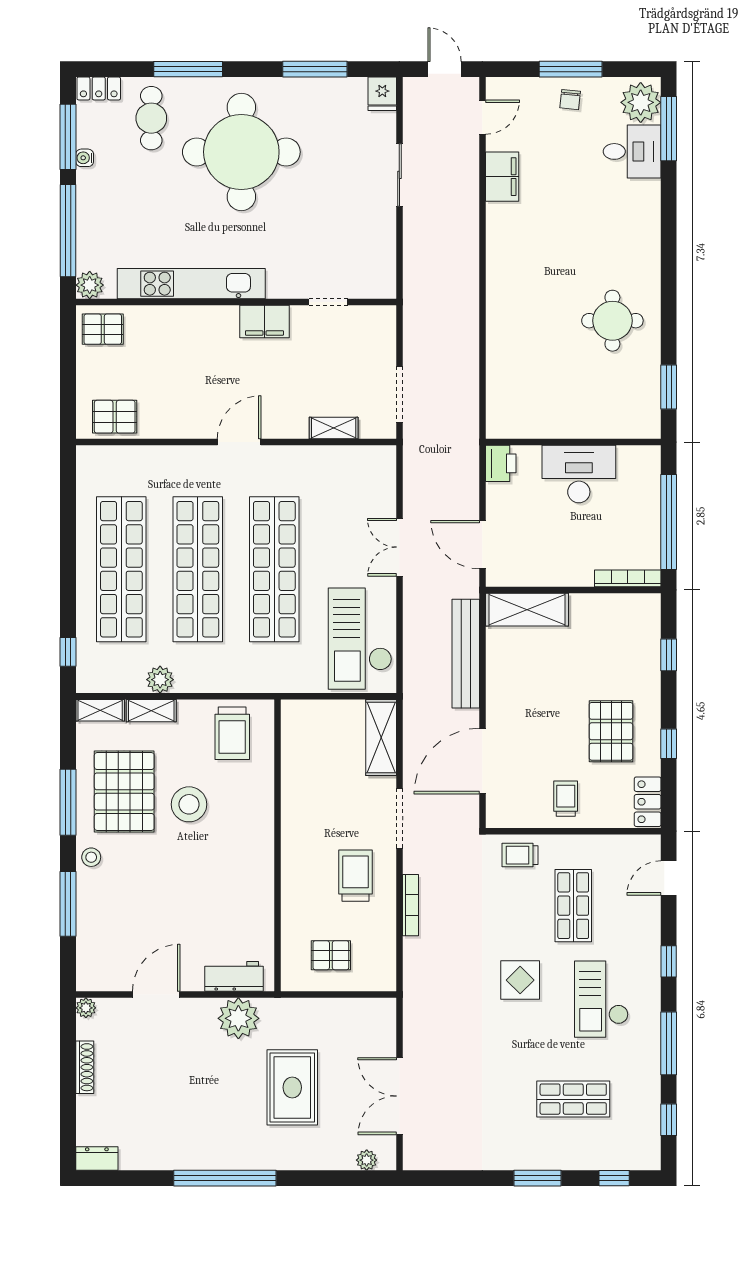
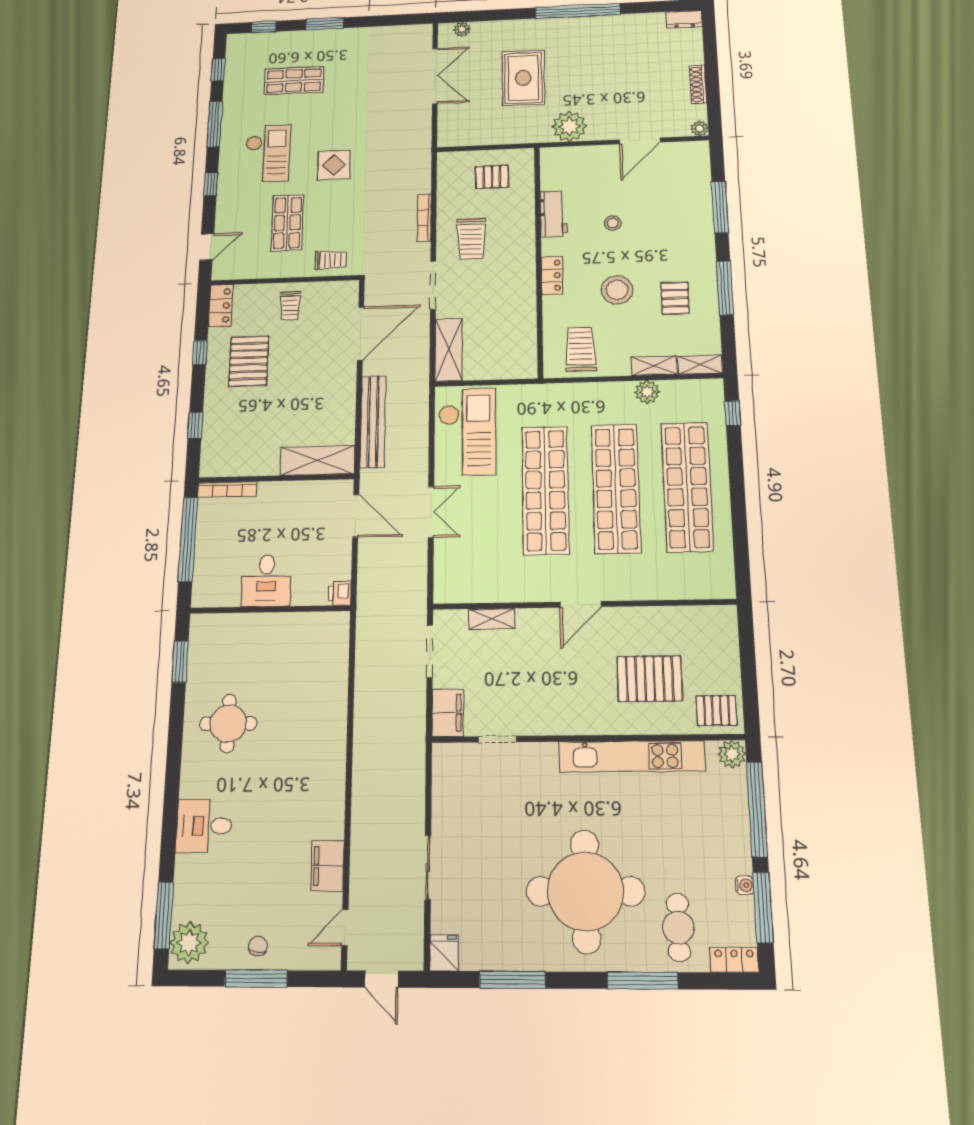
desk: (632, 151) -> (204, 826), moved
filing cabinet: (264, 322) -> (448, 713), moved, turned 90
pallet: (115, 417) -> (650, 679), moved, width x1.50, depth x1.42
printer: (501, 463) -> (340, 593), width x0.73, depth x0.81
desk: (579, 474) -> (266, 581), width x0.73
pallet: (124, 792) -> (675, 298), width x0.49, depth x0.50
locker: (262, 825) -> (552, 275), added
stool: (91, 857) -> (613, 223), moved
workbench: (234, 976) -> (553, 214), moved, turned -90

